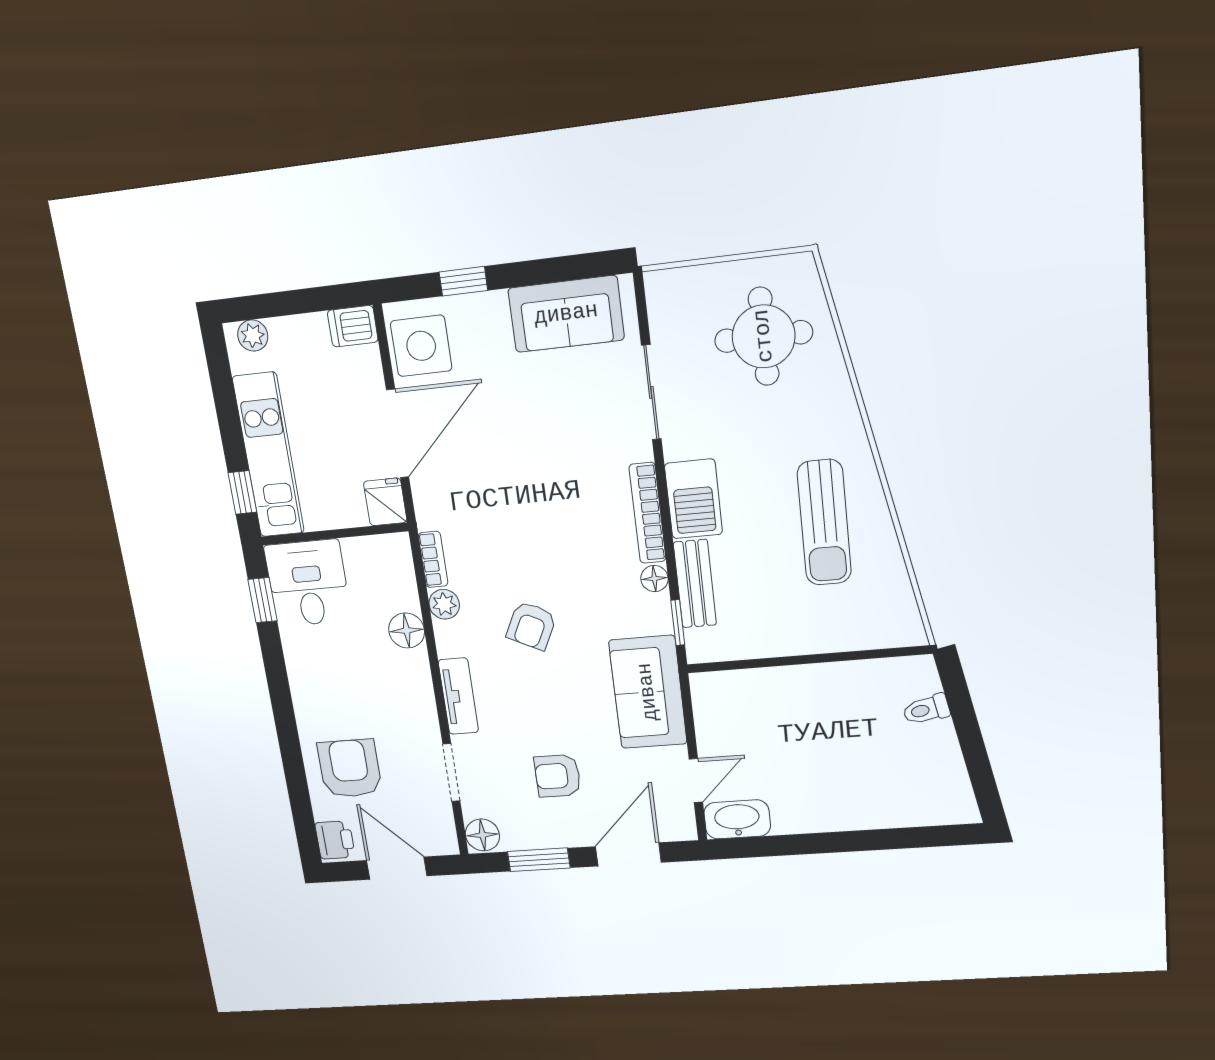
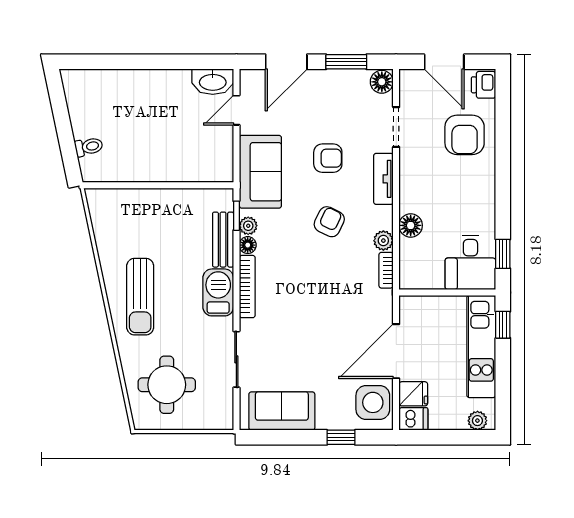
fridge: (385, 502) -> (413, 394), moved, turned -90
sun lounger: (824, 523) -> (140, 297), moved, turned 180
plant: (657, 609) -> (248, 226), added
armchair: (558, 776) -> (328, 158), moved

